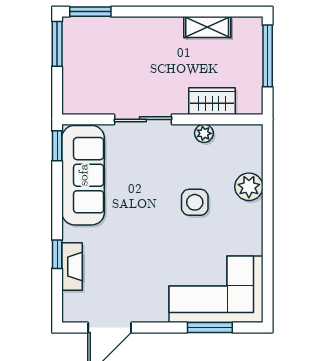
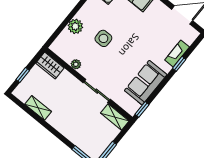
window: (268, 56) -> (23, 75), width x0.46
wardrobe: (212, 101) -> (50, 66), moved
shelving: (87, 103) -> (115, 117), added
sofa: (83, 175) -> (146, 83), width x0.73

